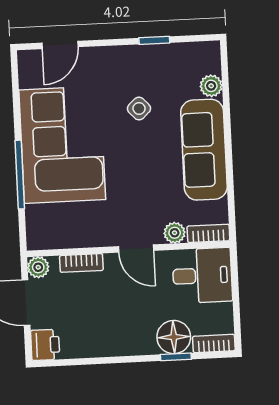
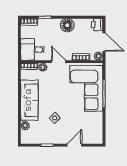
door: (60, 45) -> (74, 145), moved
corner sofa: (62, 145) -> (86, 88), moved
floor lamp: (174, 337) -> (67, 25), moved

